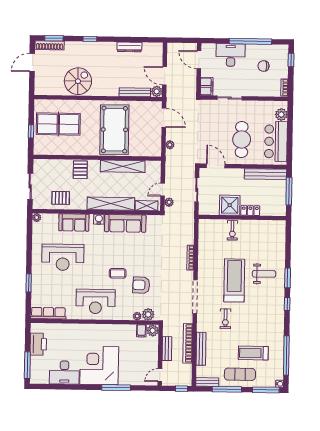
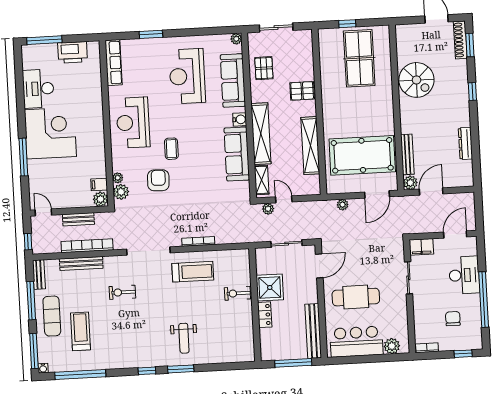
pool table: (114, 130) -> (362, 155), moved
sofa: (74, 222) -> (233, 80), width x1.36
treadmill: (234, 280) -> (193, 272), moved, width x0.73, depth x0.73

